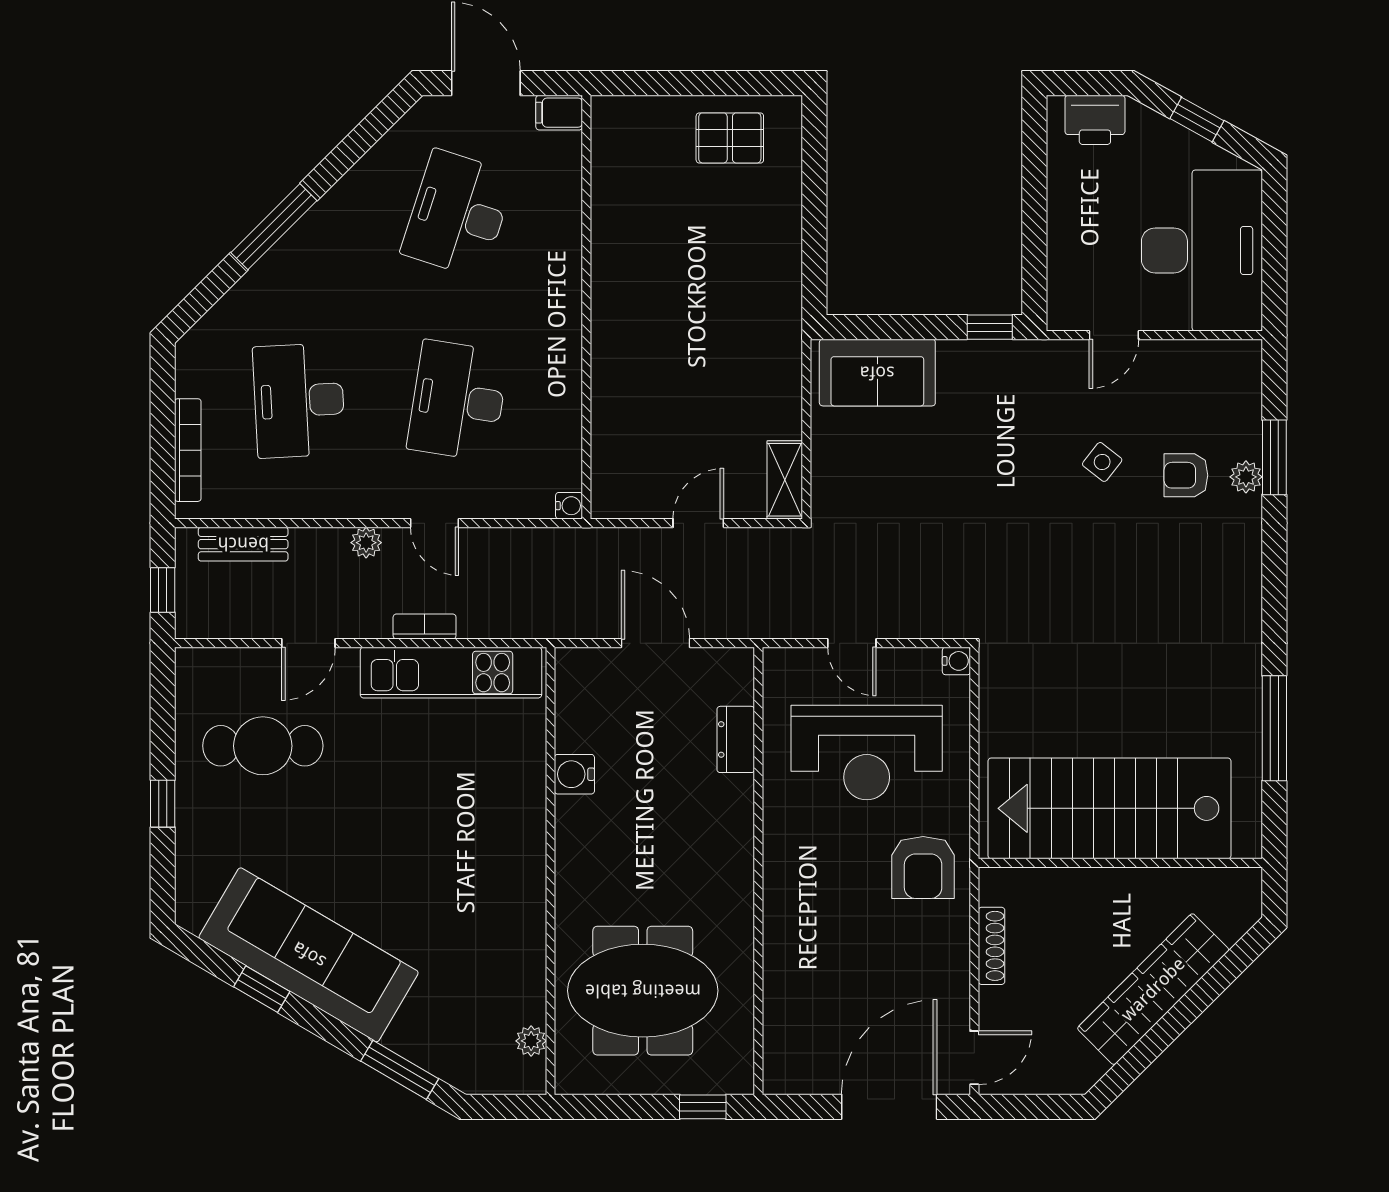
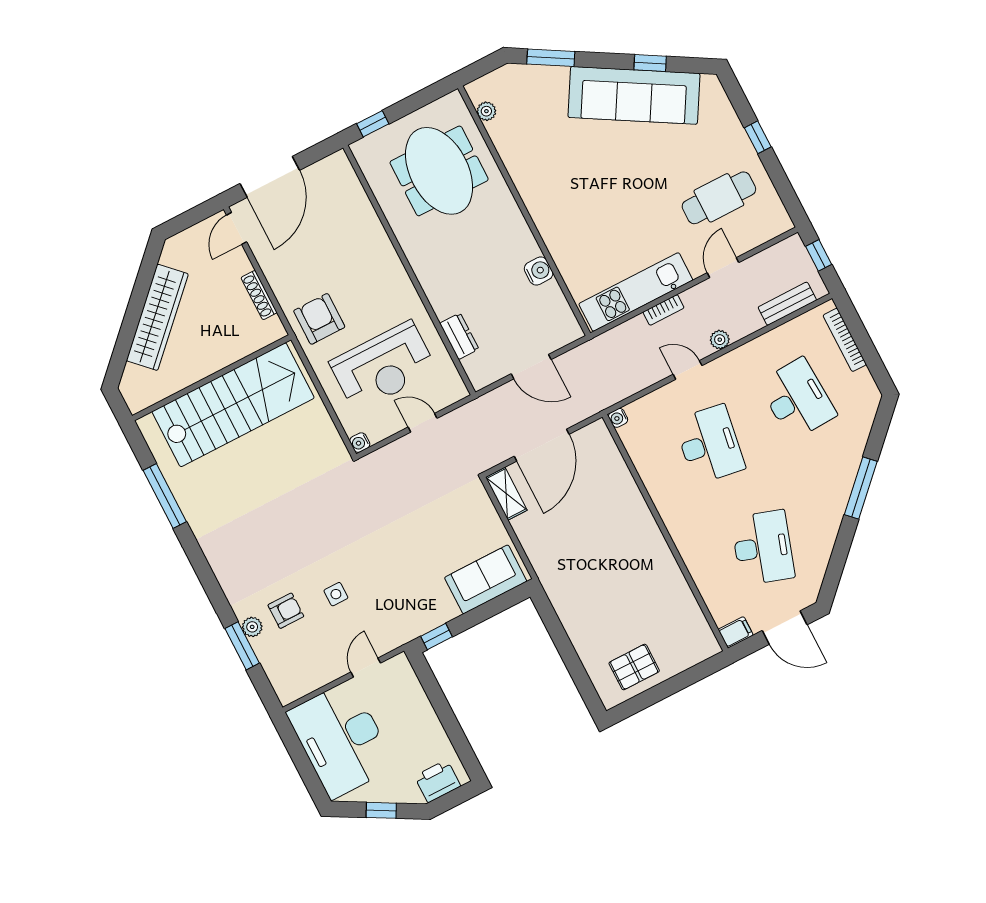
side table: (1102, 462) -> (336, 594), turned -38
door: (698, 523) -> (542, 445), width x1.87
reception desk: (867, 752) -> (383, 366), turned 180
meeting table: (643, 991) -> (439, 171), turned 90

